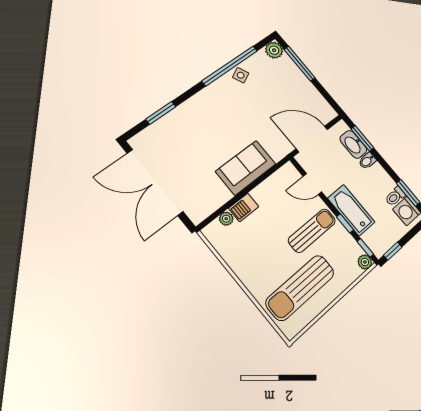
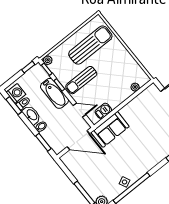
washbasin: (353, 144) -> (32, 115), moved
sofa: (246, 168) -> (110, 129), moved
barbecue: (244, 207) -> (103, 111), moved

